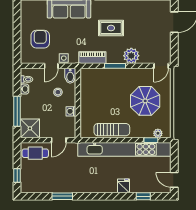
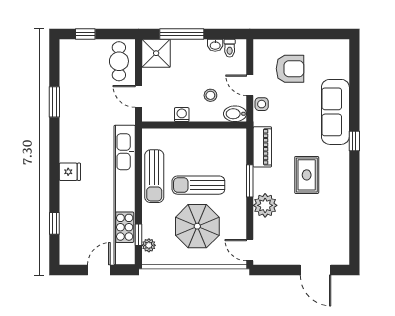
sun lounger: (118, 100) -> (198, 185), added
door: (174, 180) -> (99, 270), moved
fridge: (124, 186) -> (70, 172), moved

